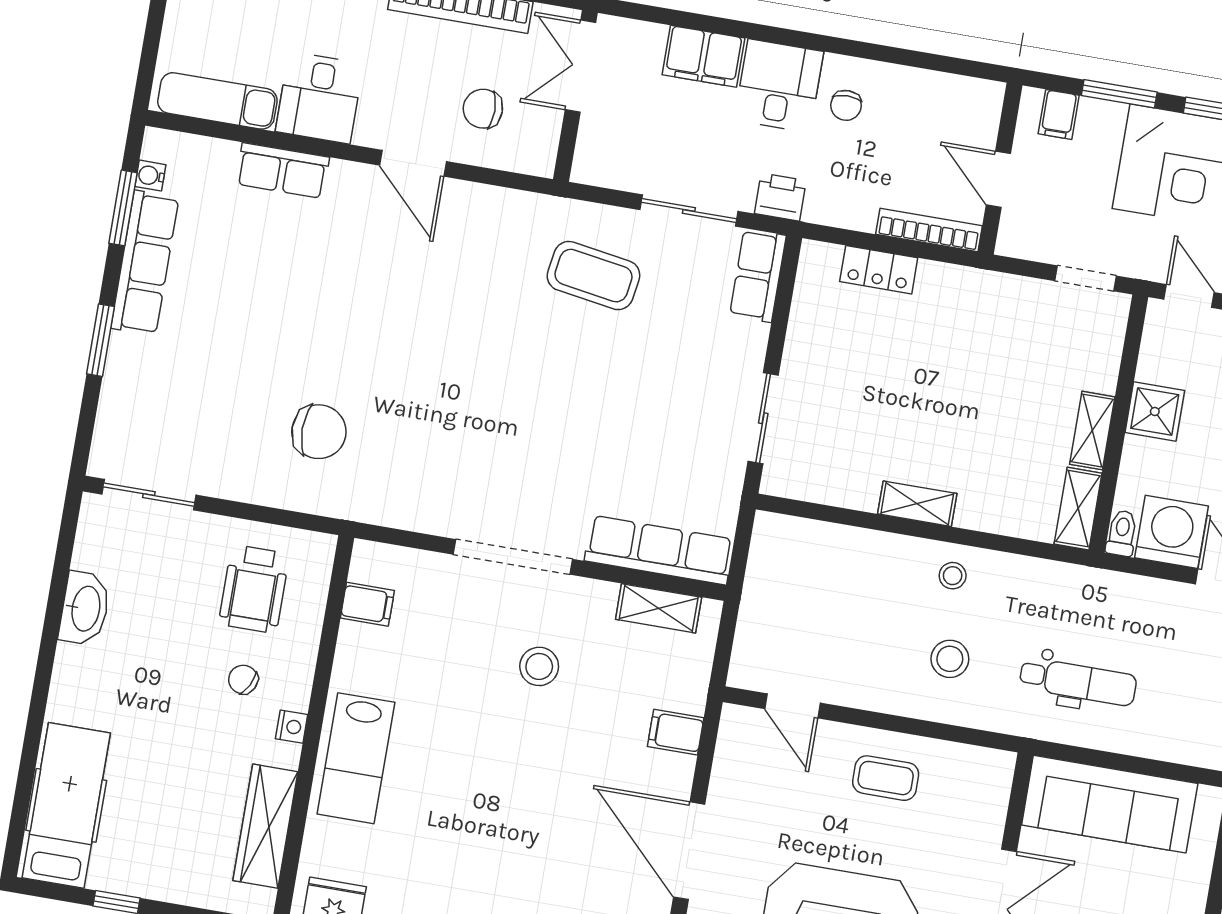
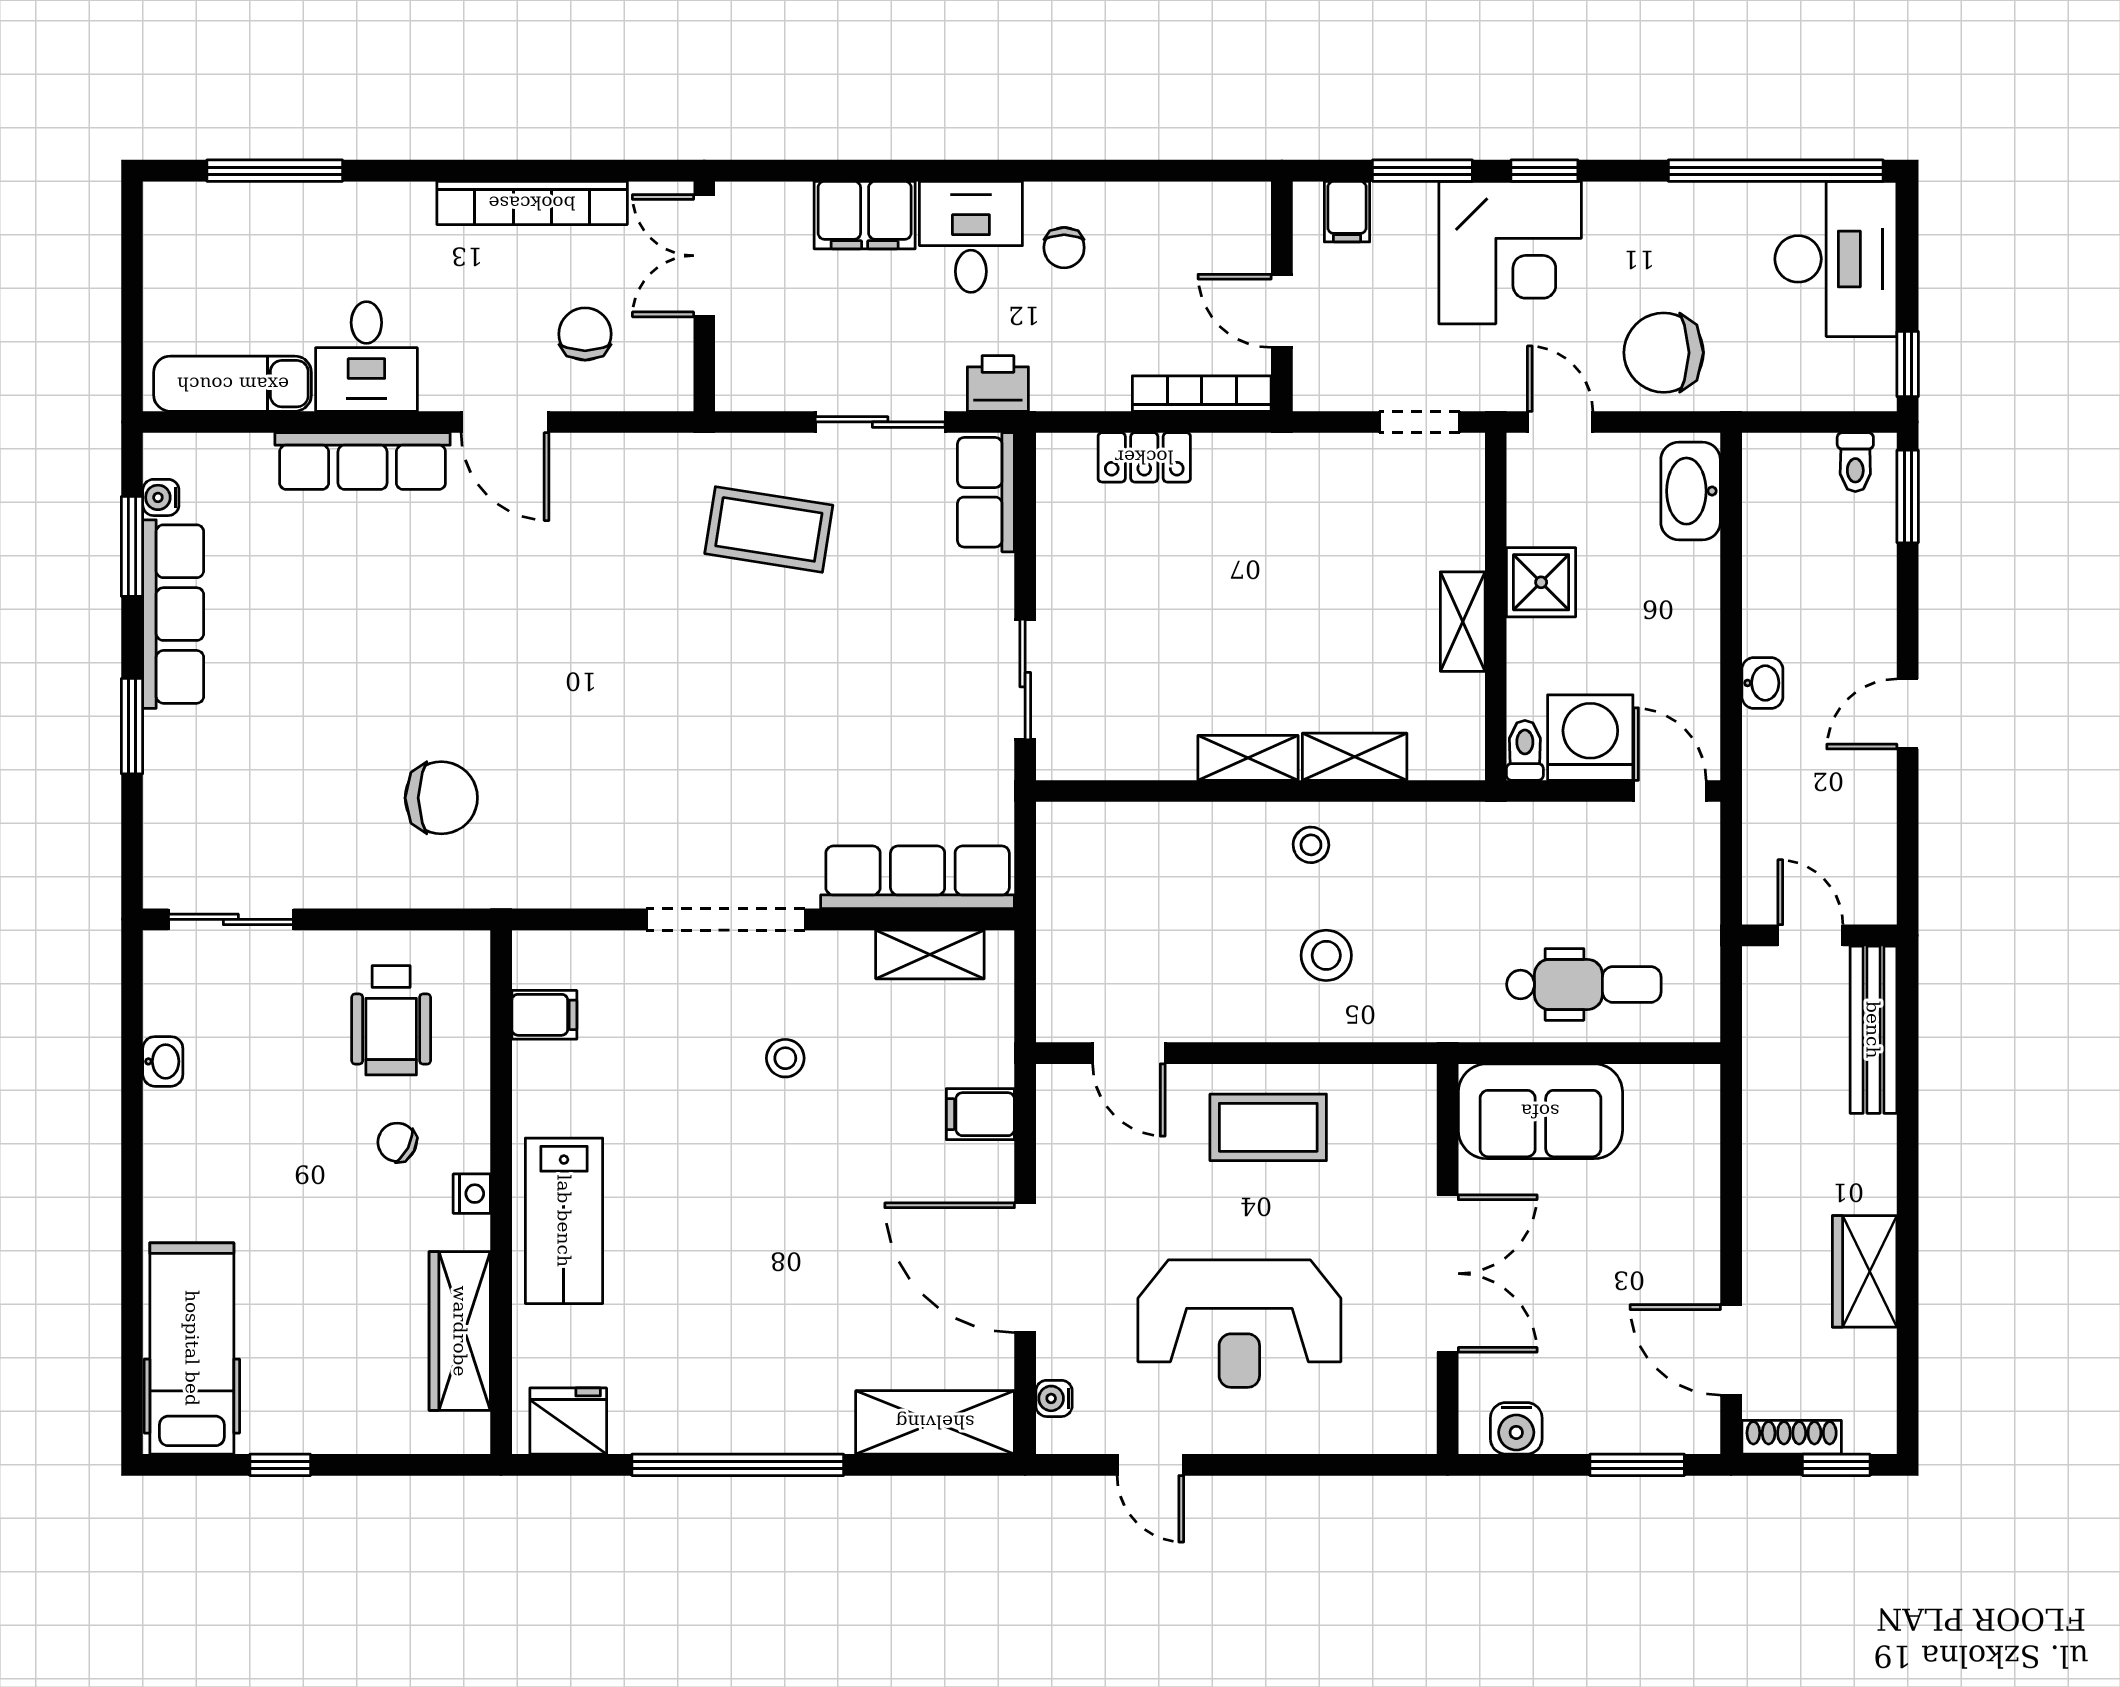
chair: (483, 109) -> (585, 334), turned 90
row of seats: (282, 171) -> (363, 461), width x1.48
shelving: (1078, 509) -> (1355, 757), moved, turned 90
washbasin: (85, 608) -> (163, 1061), width x0.52, depth x0.69
stool: (539, 666) -> (785, 1058), width x0.73, depth x0.73
dental chair: (1078, 682) -> (1584, 984), moved
coffee table: (886, 778) -> (1268, 1127), width x1.36, depth x1.30
sofa: (1110, 804) -> (1540, 1111), width x0.73

